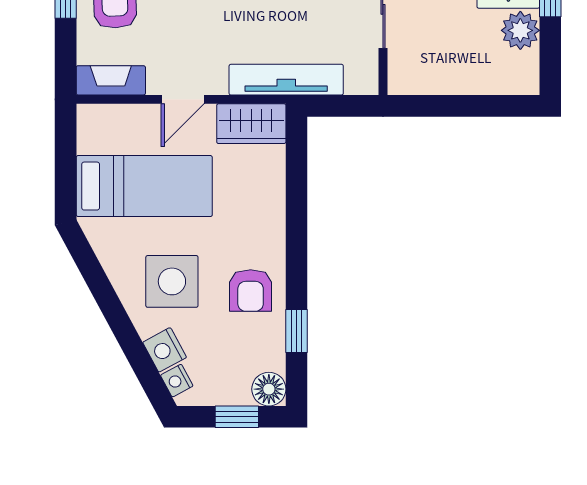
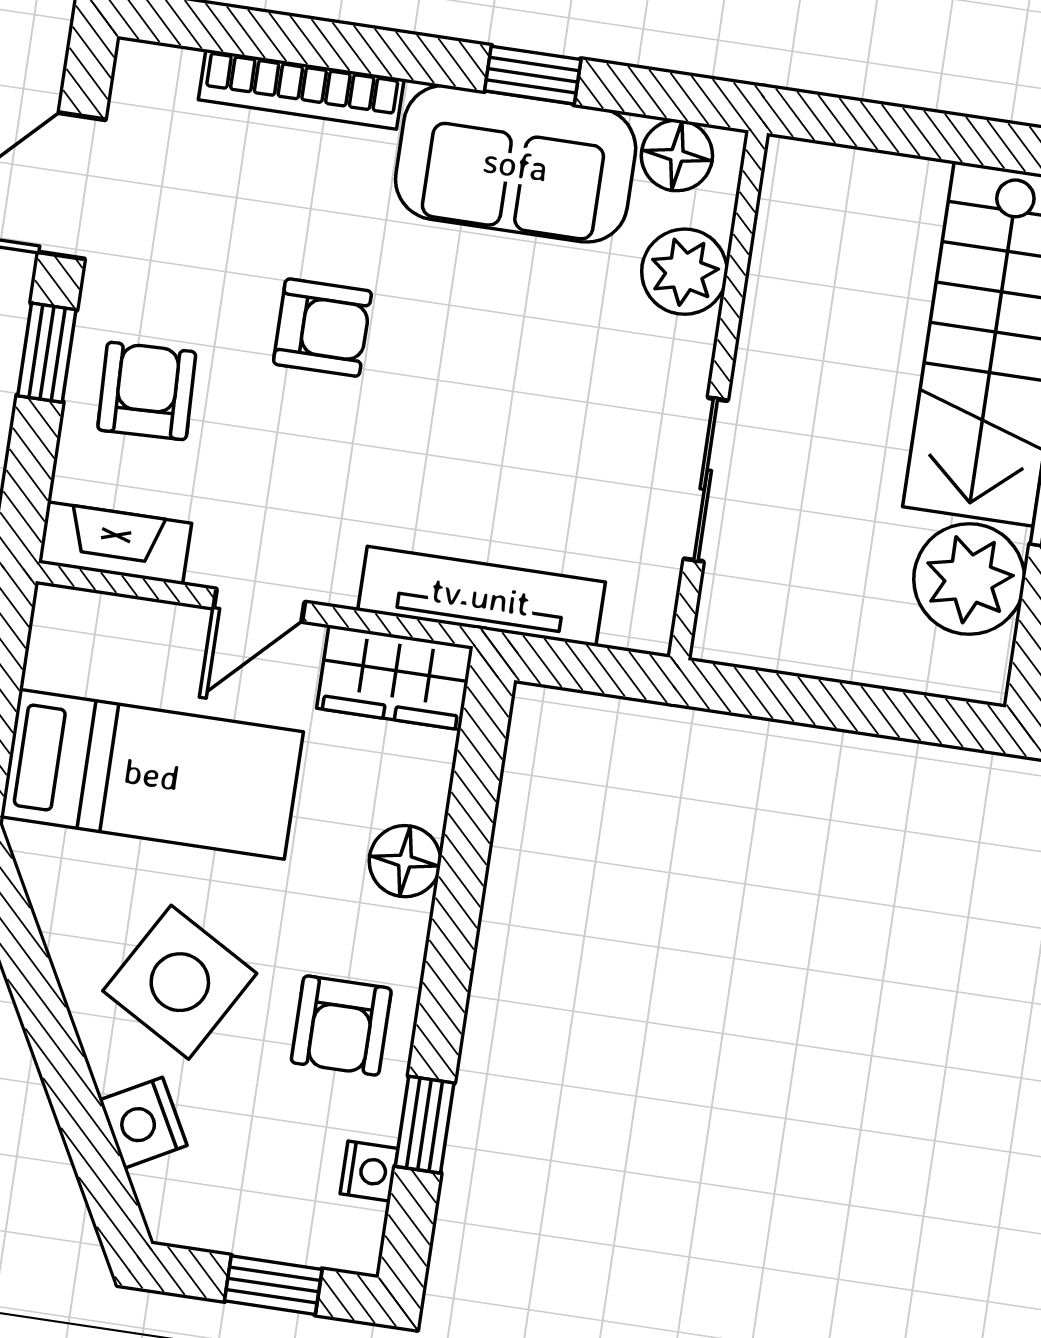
plant: (520, 30) -> (969, 579), width x1.36, depth x1.36
side table: (172, 281) -> (180, 982), turned 30
nightstand: (177, 381) -> (369, 1171), moved, turned -152
floor lamp: (269, 389) -> (405, 861), moved

